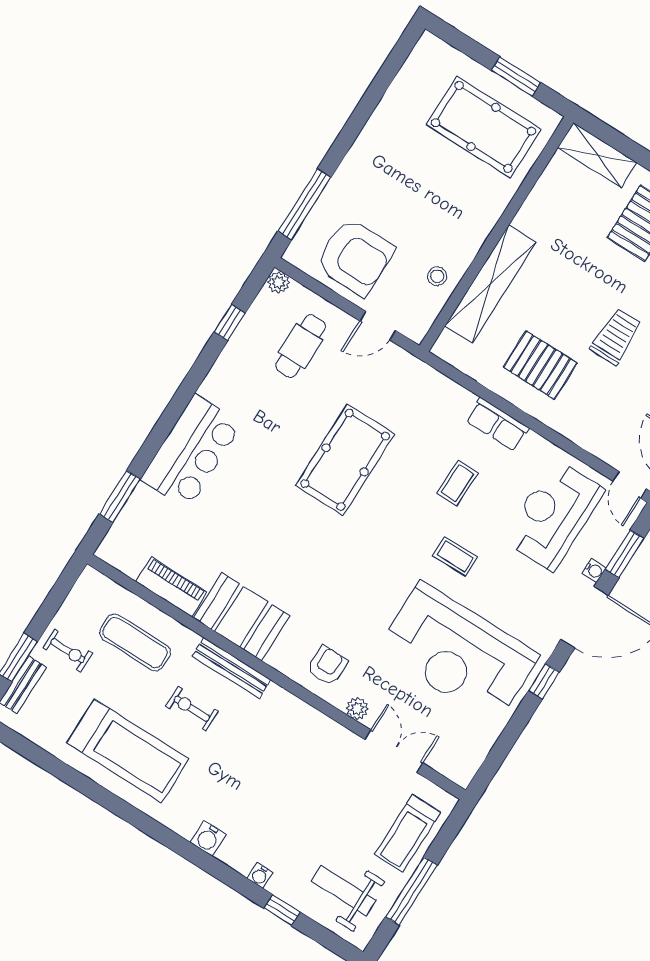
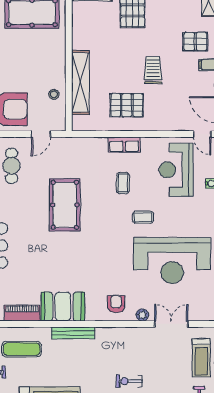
exercise bike: (192, 709) -> (129, 381), moved

